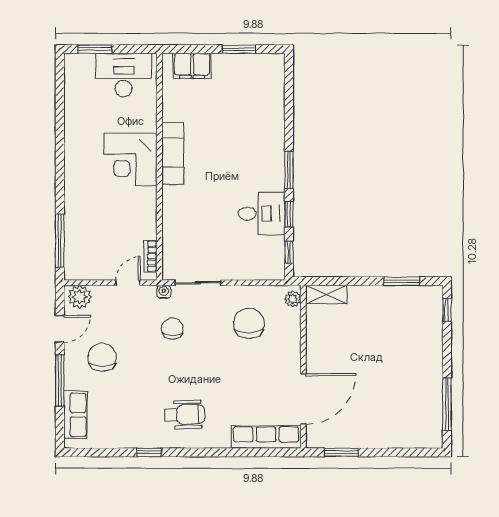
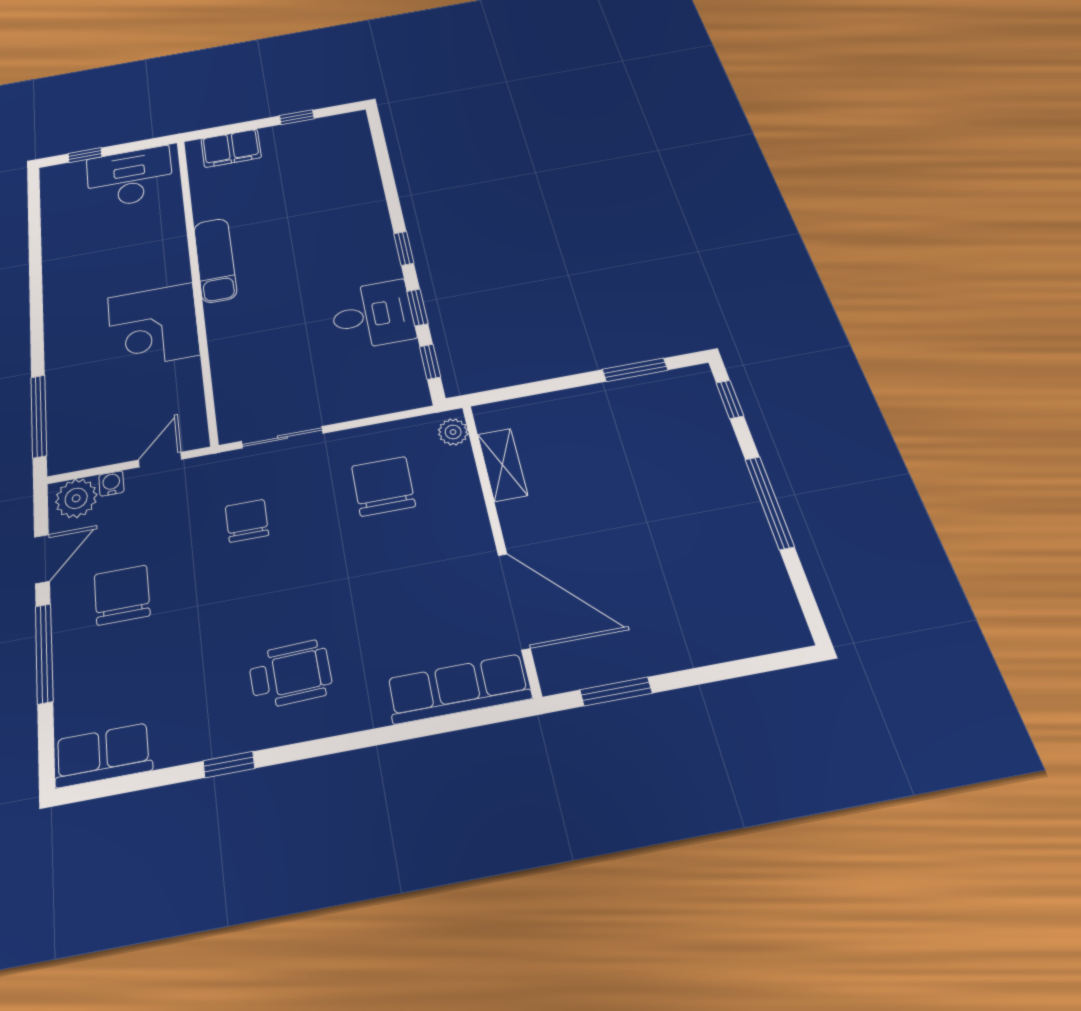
window: (95, 49) -> (85, 155), width x0.67
window: (239, 49) -> (297, 117), width x0.67
corner desk: (131, 159) -> (153, 326), moved
window: (289, 170) -> (404, 248), width x0.67
bookcase: (150, 256) -> (195, 411), removed
water cooler: (164, 292) -> (111, 483), moved
shelving: (326, 294) -> (503, 465), moved, turned 90
door: (303, 399) -> (514, 601), hinge flipped
window: (447, 404) -> (769, 502), moved
row of seats: (75, 415) -> (103, 755), moved, turned -90

